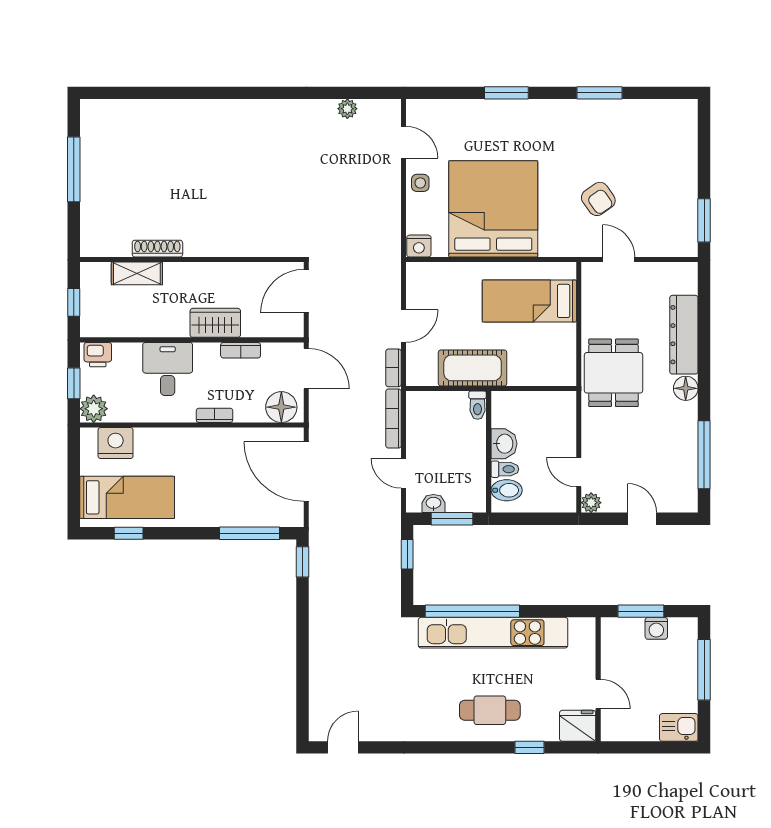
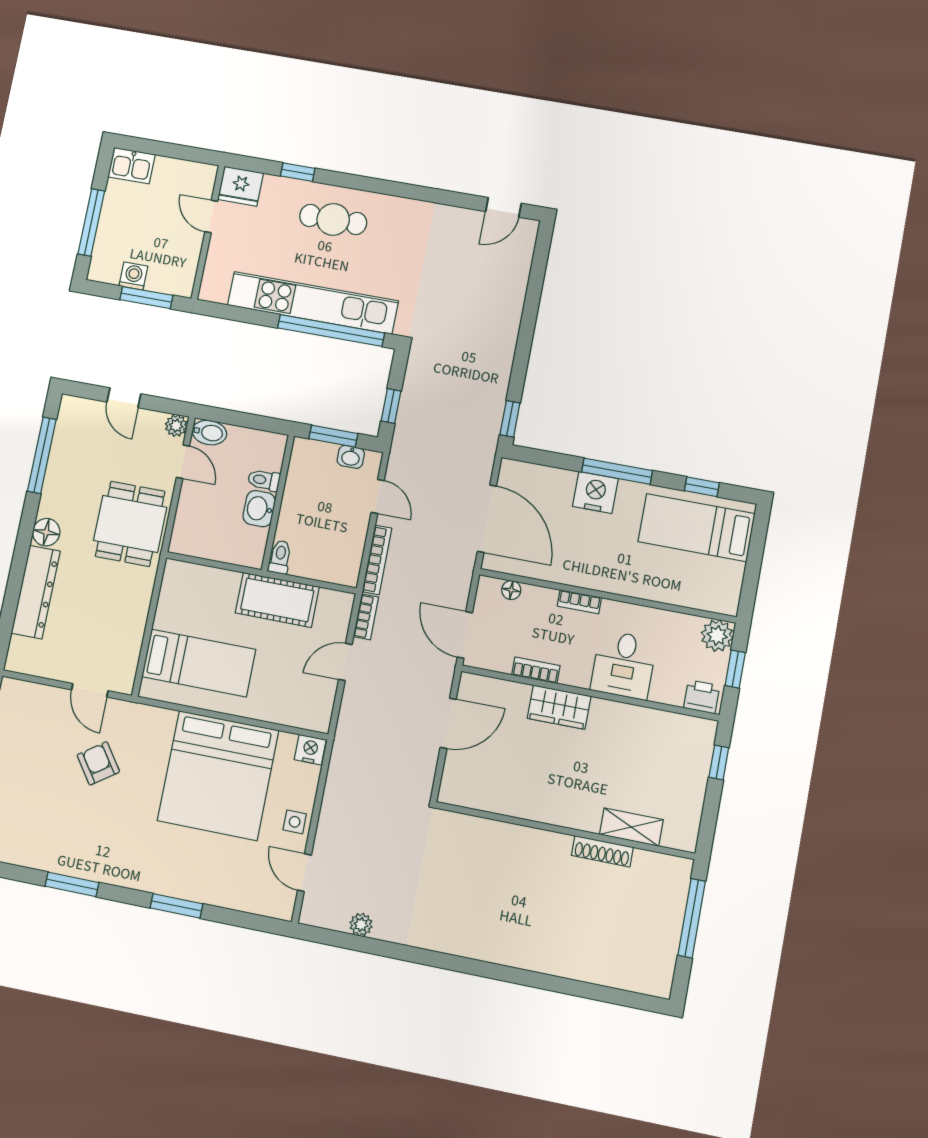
shoe rack: (157, 249) -> (602, 851), moved
wall: (192, 260) -> (565, 831), moved
shelving: (137, 273) -> (631, 827), moved
dining table: (613, 373) -> (130, 524), moved
floor lamp: (281, 407) -> (511, 590), width x0.53, depth x0.53
nightstand: (116, 443) -> (595, 492), moved, turned 180
bidet: (507, 490) -> (209, 433), moved, turned 180
window: (249, 533) -> (617, 471), moved

